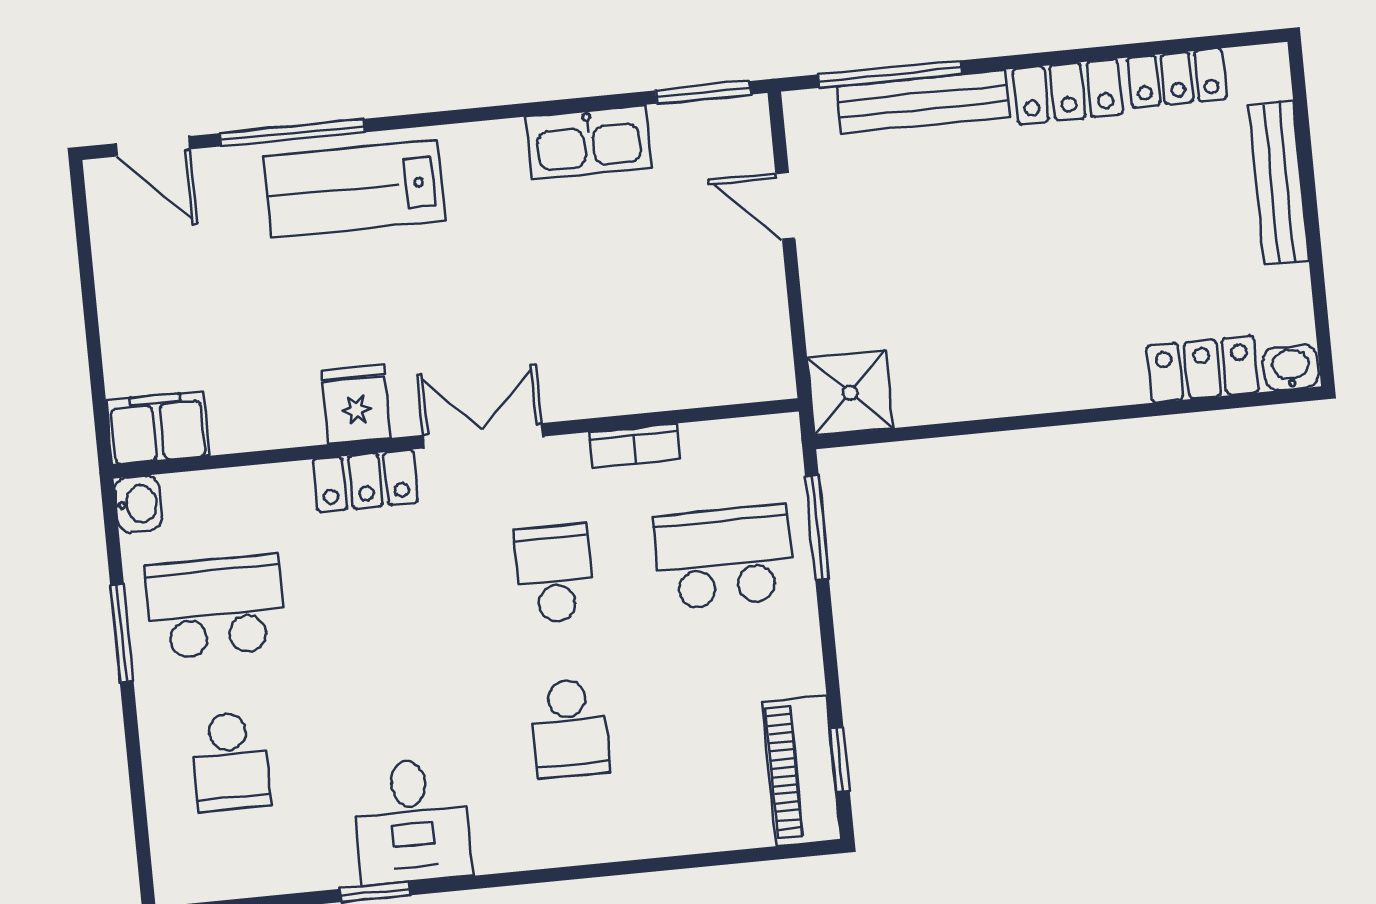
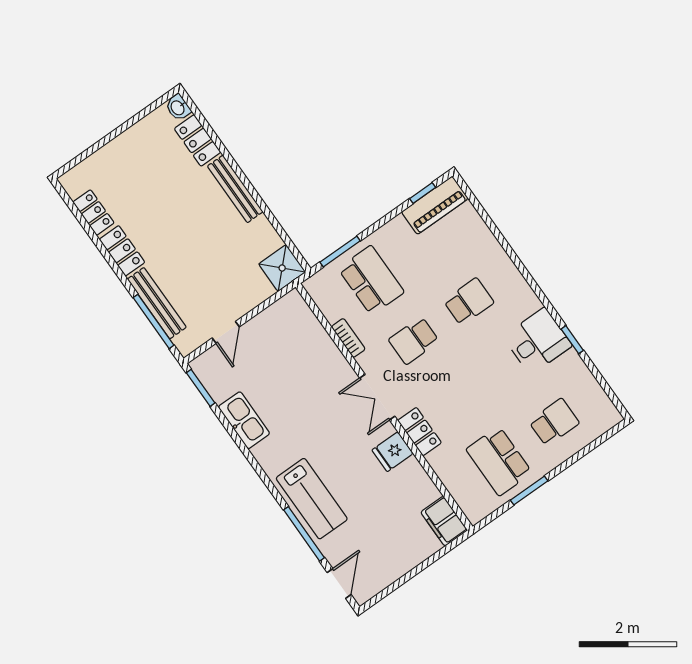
bench: (1279, 183) -> (235, 189), moved, turned 90
washbasin: (138, 504) -> (477, 512), removed
school desk: (724, 557) -> (371, 280), turned 180

